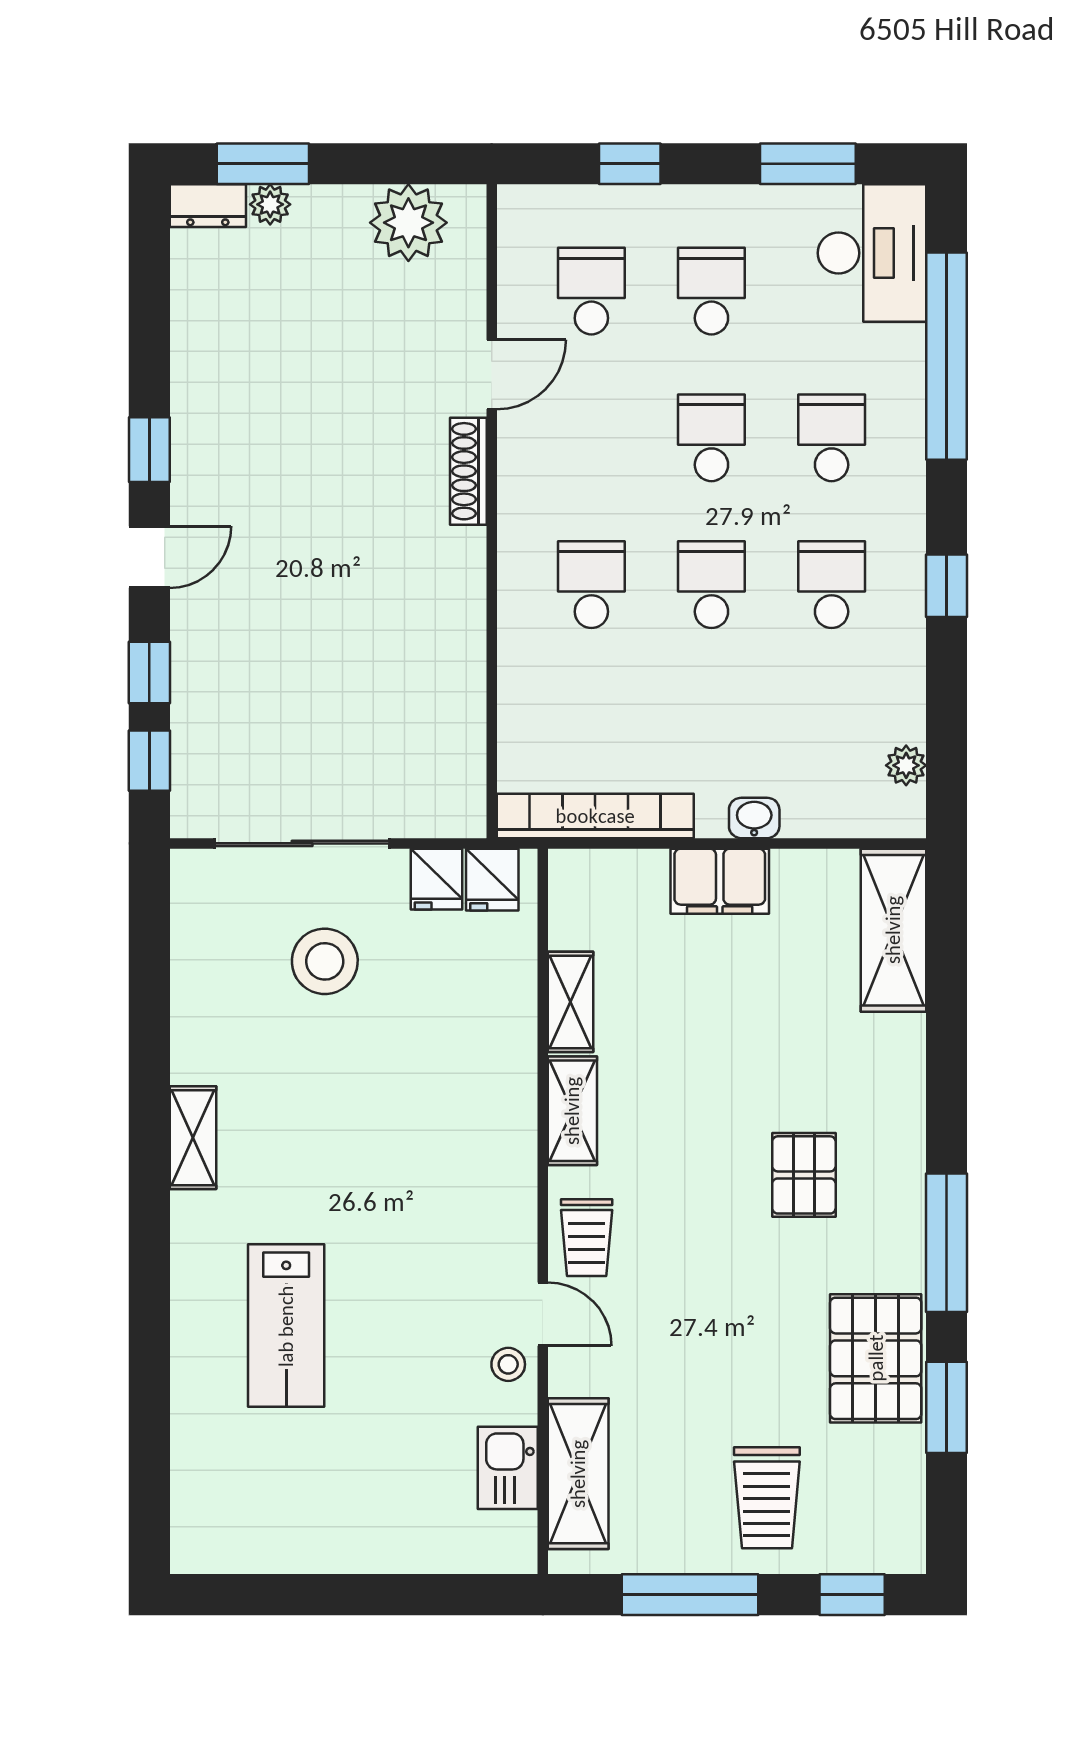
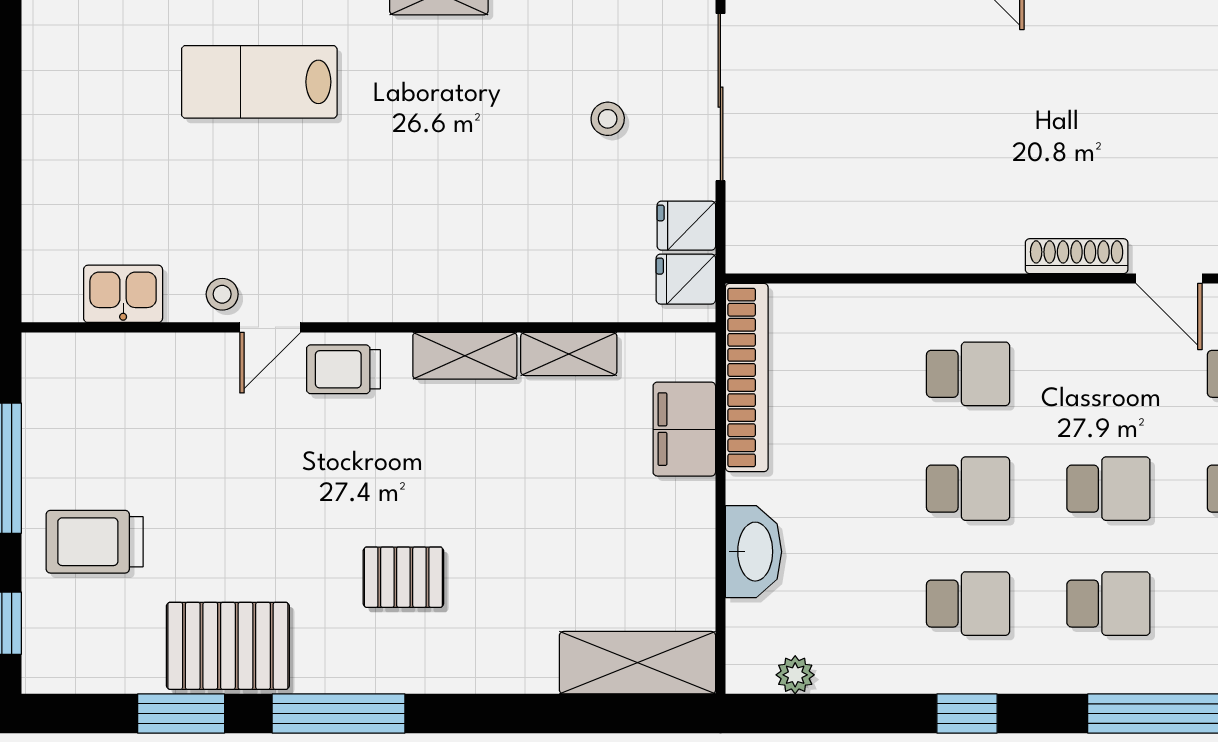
washbasin: (754, 818) -> (754, 552), width x1.91, depth x1.45
filing cabinet: (720, 881) -> (684, 429), moved
stool: (325, 961) -> (608, 119), width x0.53, depth x0.53
shelving: (578, 1474) -> (118, 361), removed

